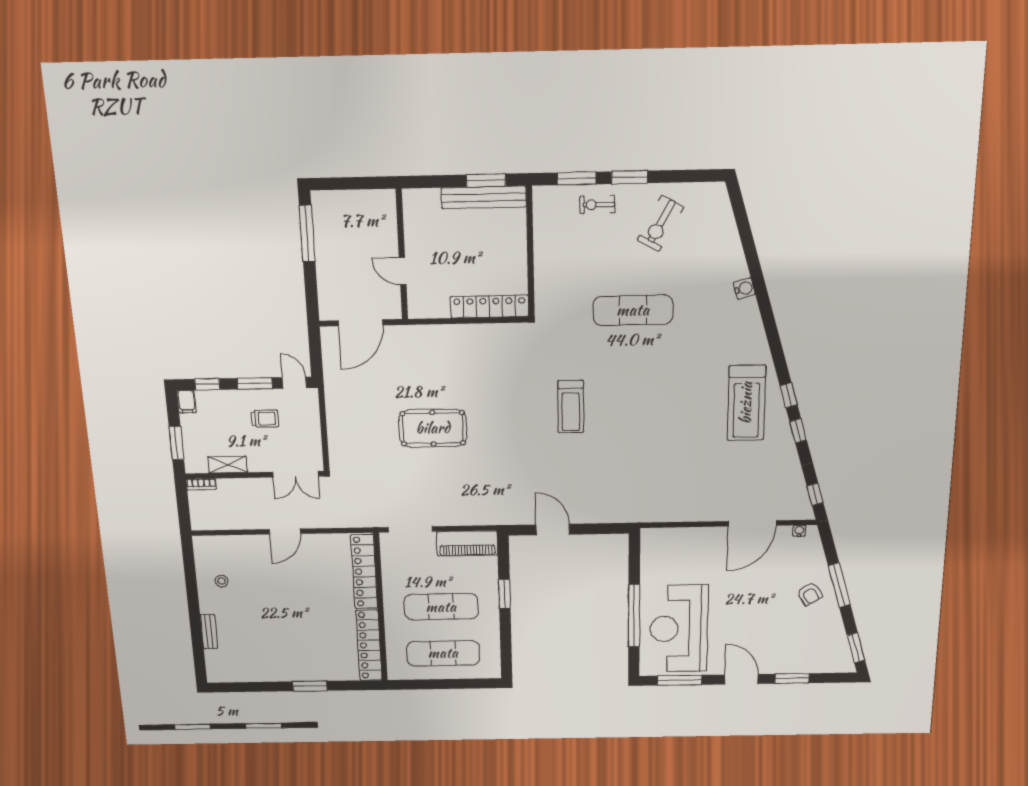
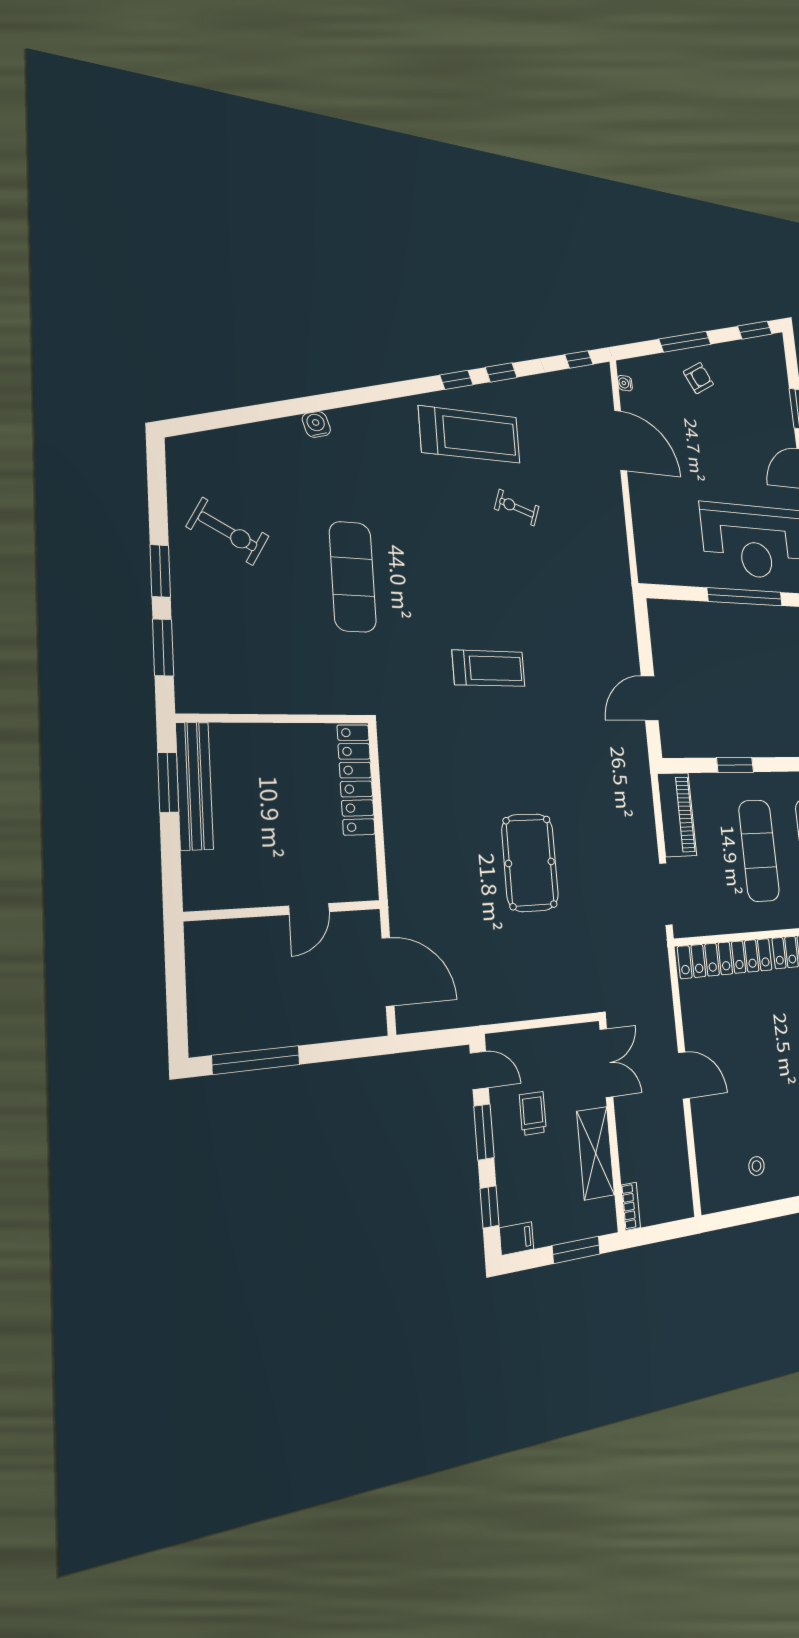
exercise bike: (597, 205) -> (517, 508), moved, turned 109
door: (294, 383) -> (479, 1070), swing flipped
shelving: (228, 465) -> (596, 1153), width x1.50, depth x1.33

